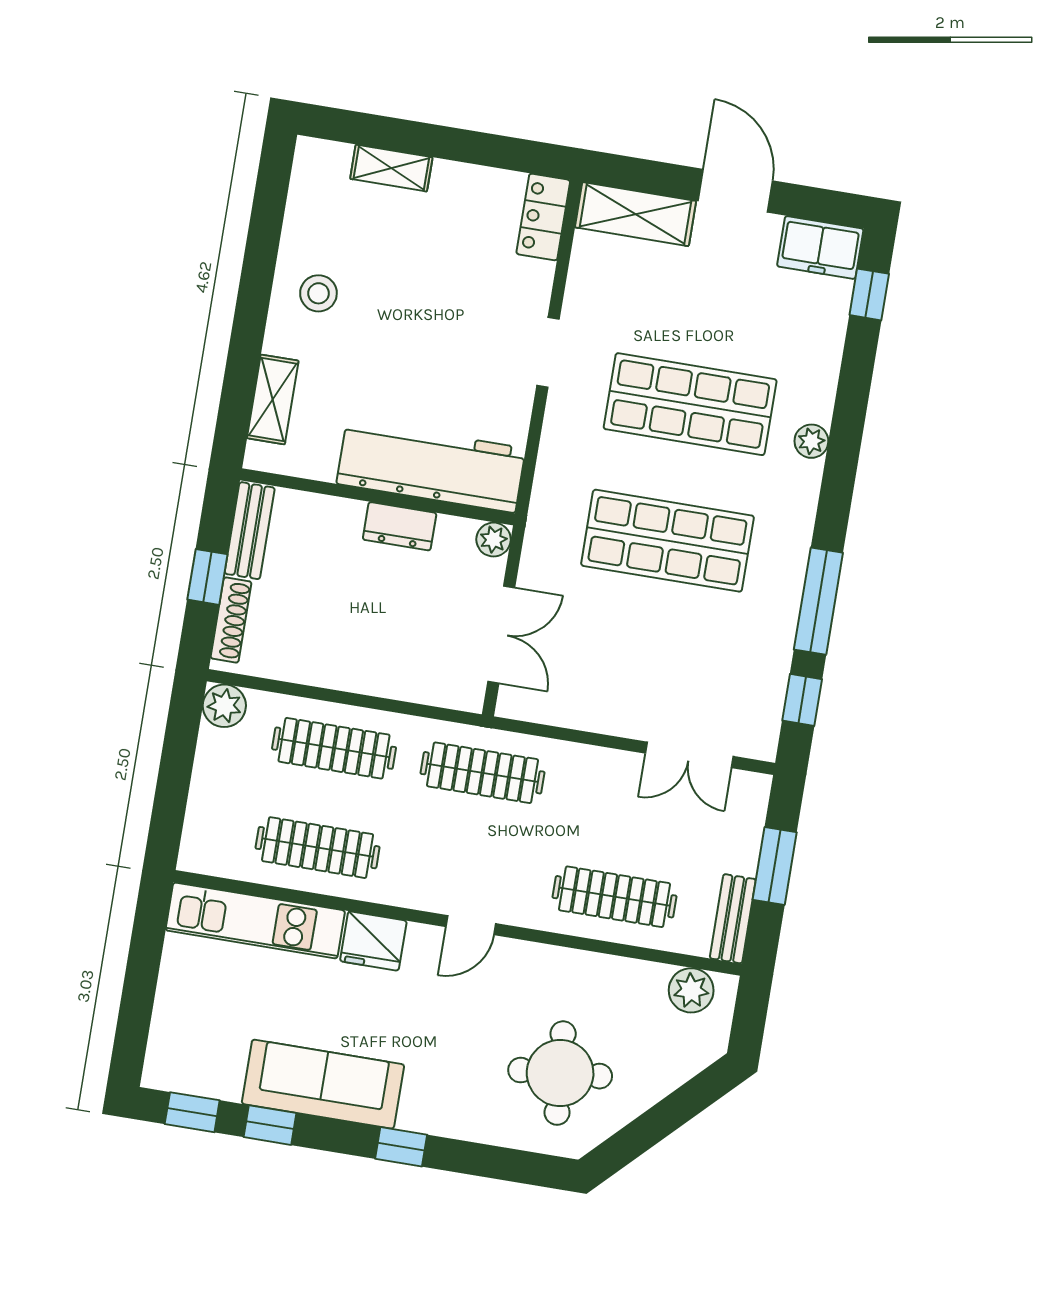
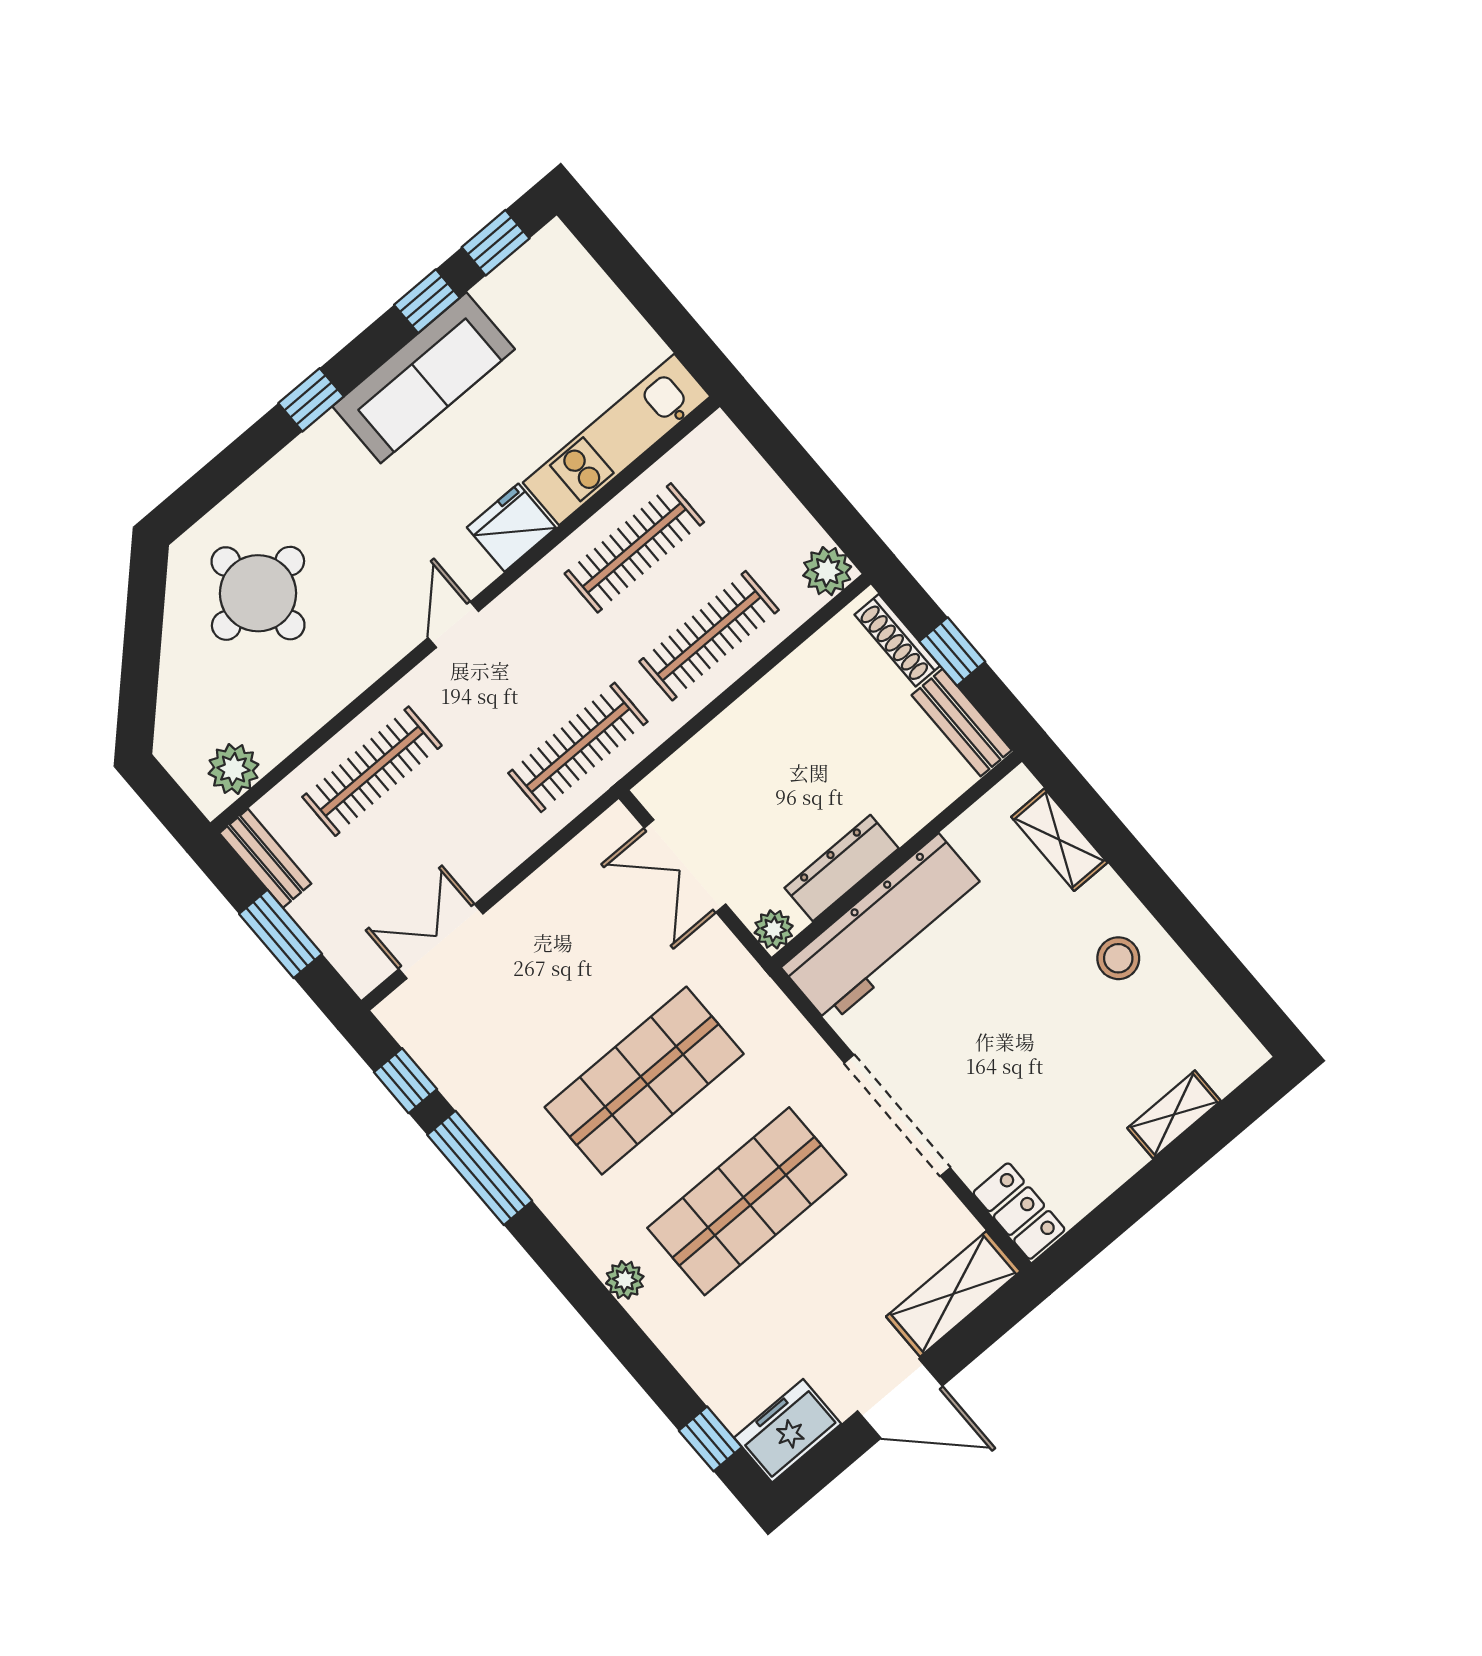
doorway: (548, 352) -> (897, 1115), width x1.87
dresser: (400, 526) -> (842, 868), width x1.44

